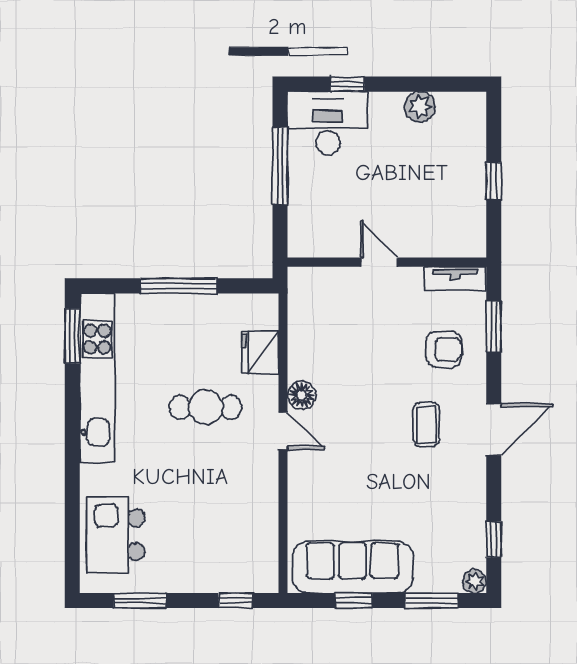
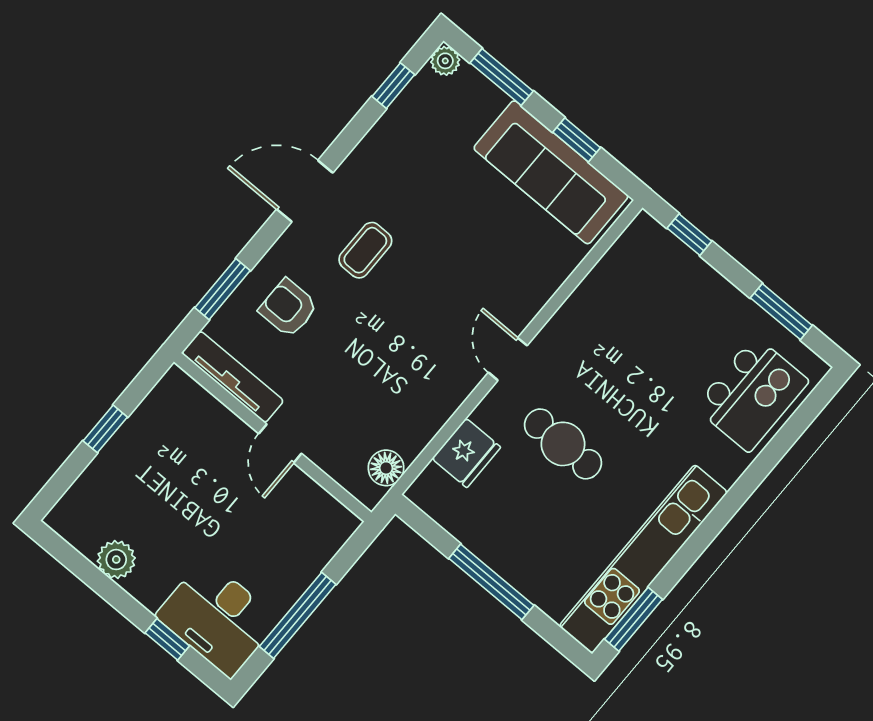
tv unit: (455, 279) -> (233, 377), width x1.41
floor lamp: (302, 395) -> (386, 468), moved

